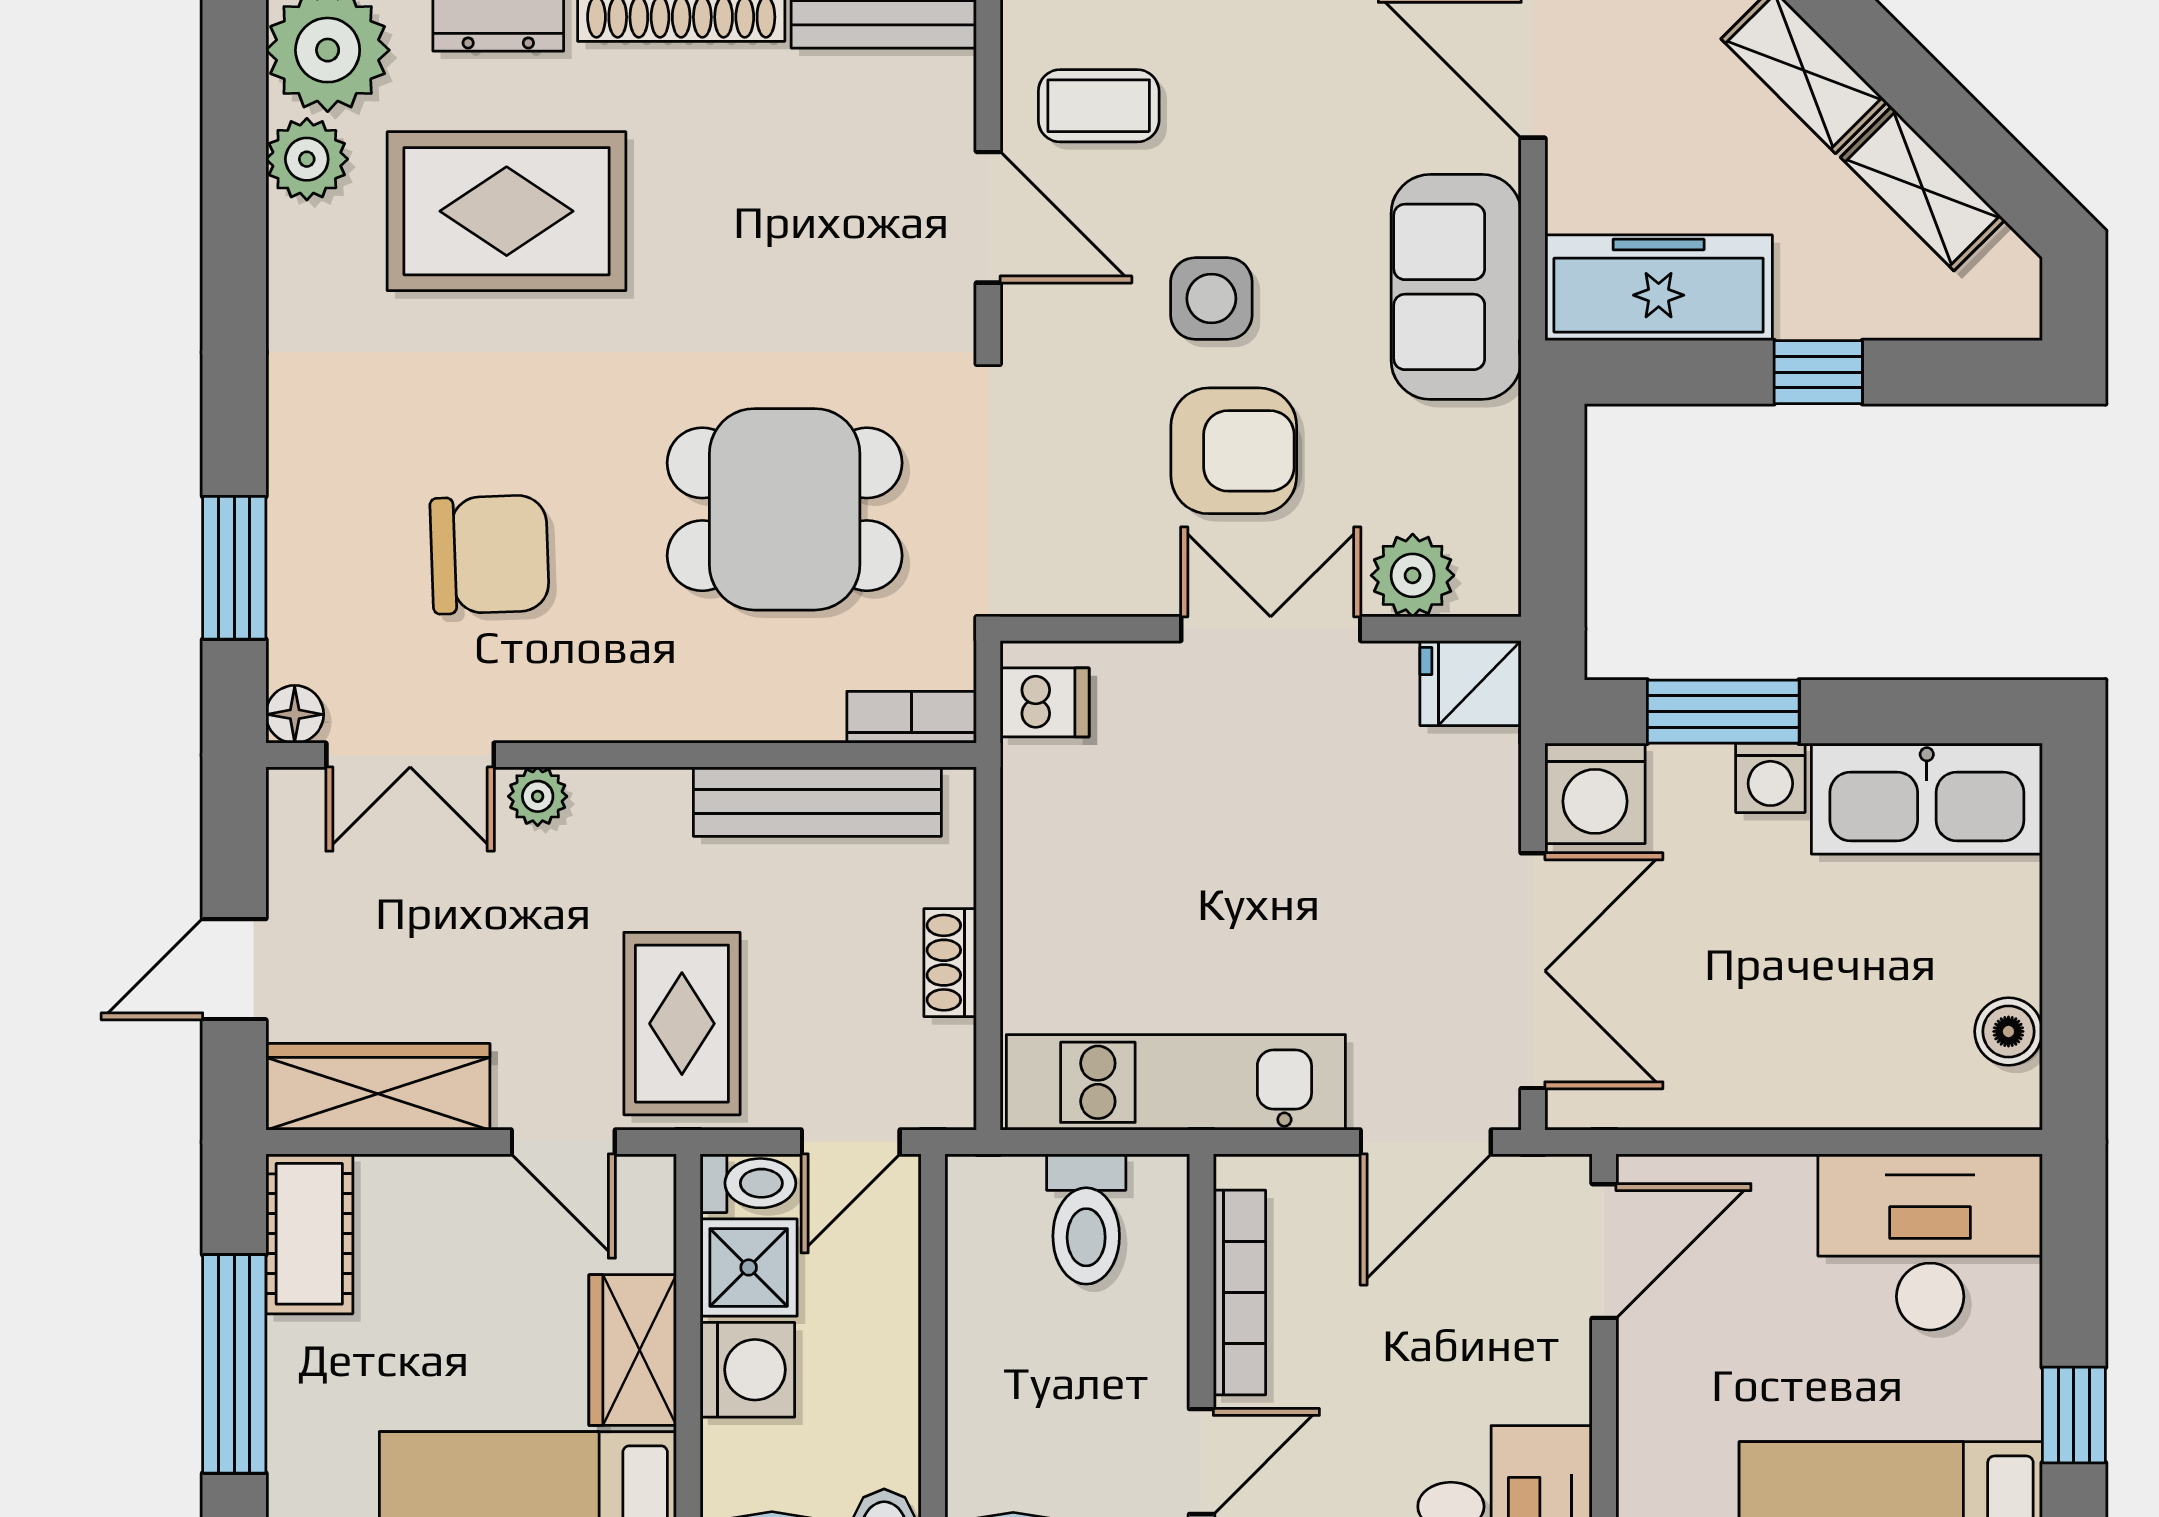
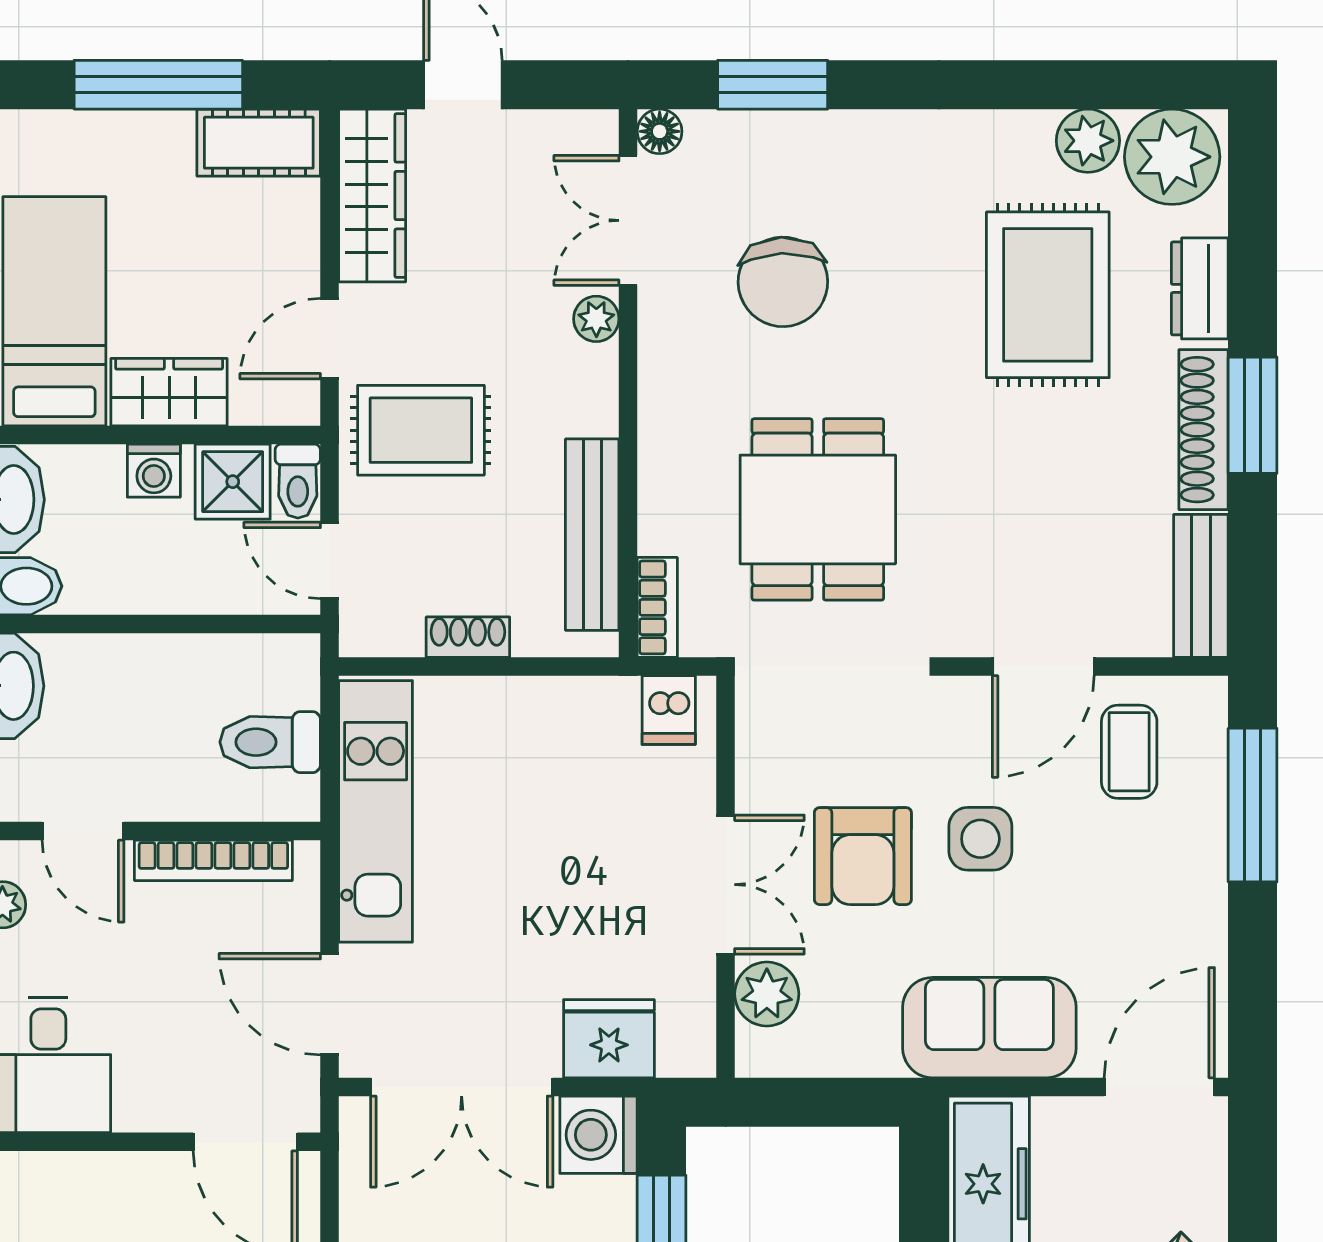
fridge: (1470, 683) -> (609, 1039), moved, width x1.38
washing machine: (747, 1370) -> (154, 471), width x0.73, depth x0.73

